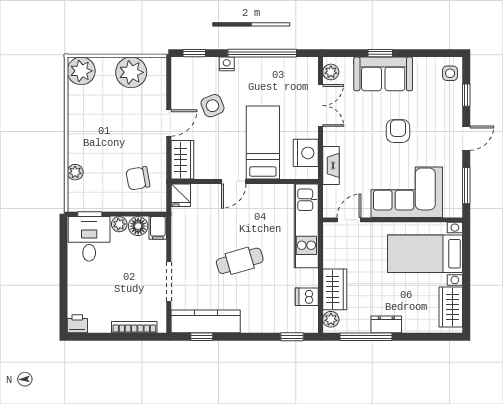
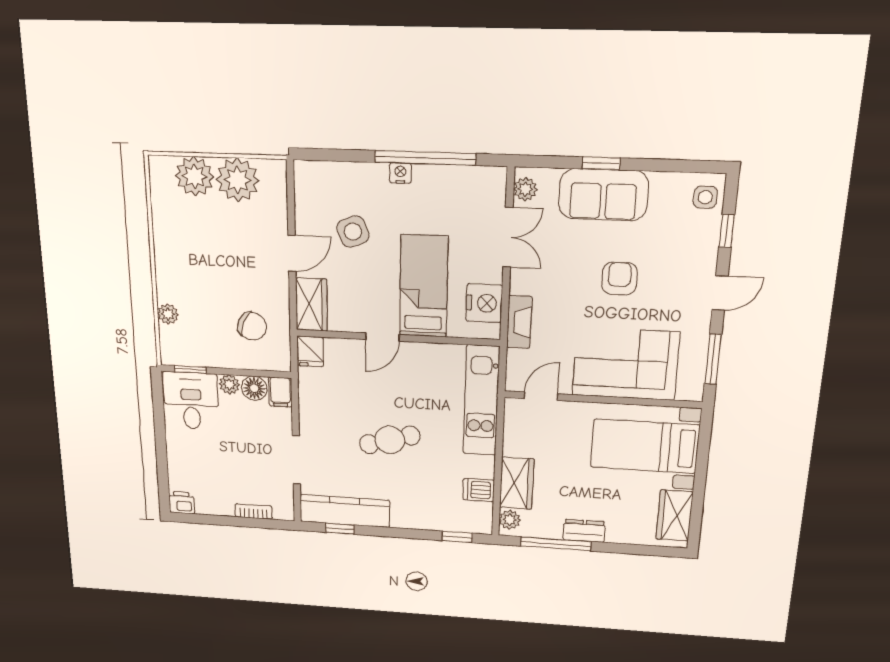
window: (194, 53) -> (326, 155), removed
nightstand: (227, 64) -> (400, 173), moved
plant: (81, 71) -> (194, 176), moved
chair: (138, 178) -> (252, 326), turned -147
bookcase: (134, 327) -> (254, 511), width x0.64

